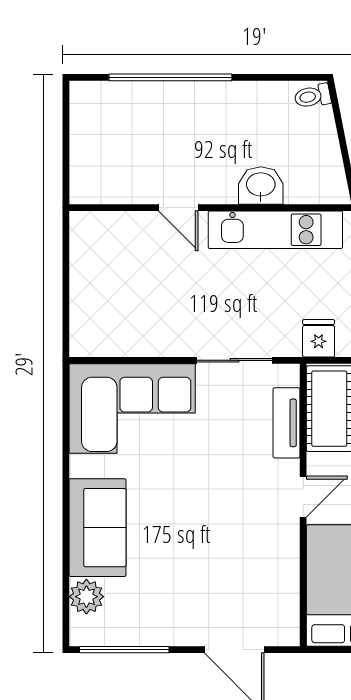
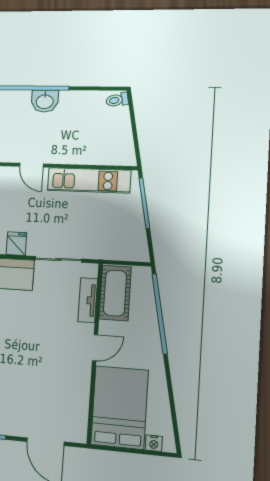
washbasin: (261, 186) -> (45, 101), moved, turned 180
fridge: (319, 338) -> (16, 244), moved

